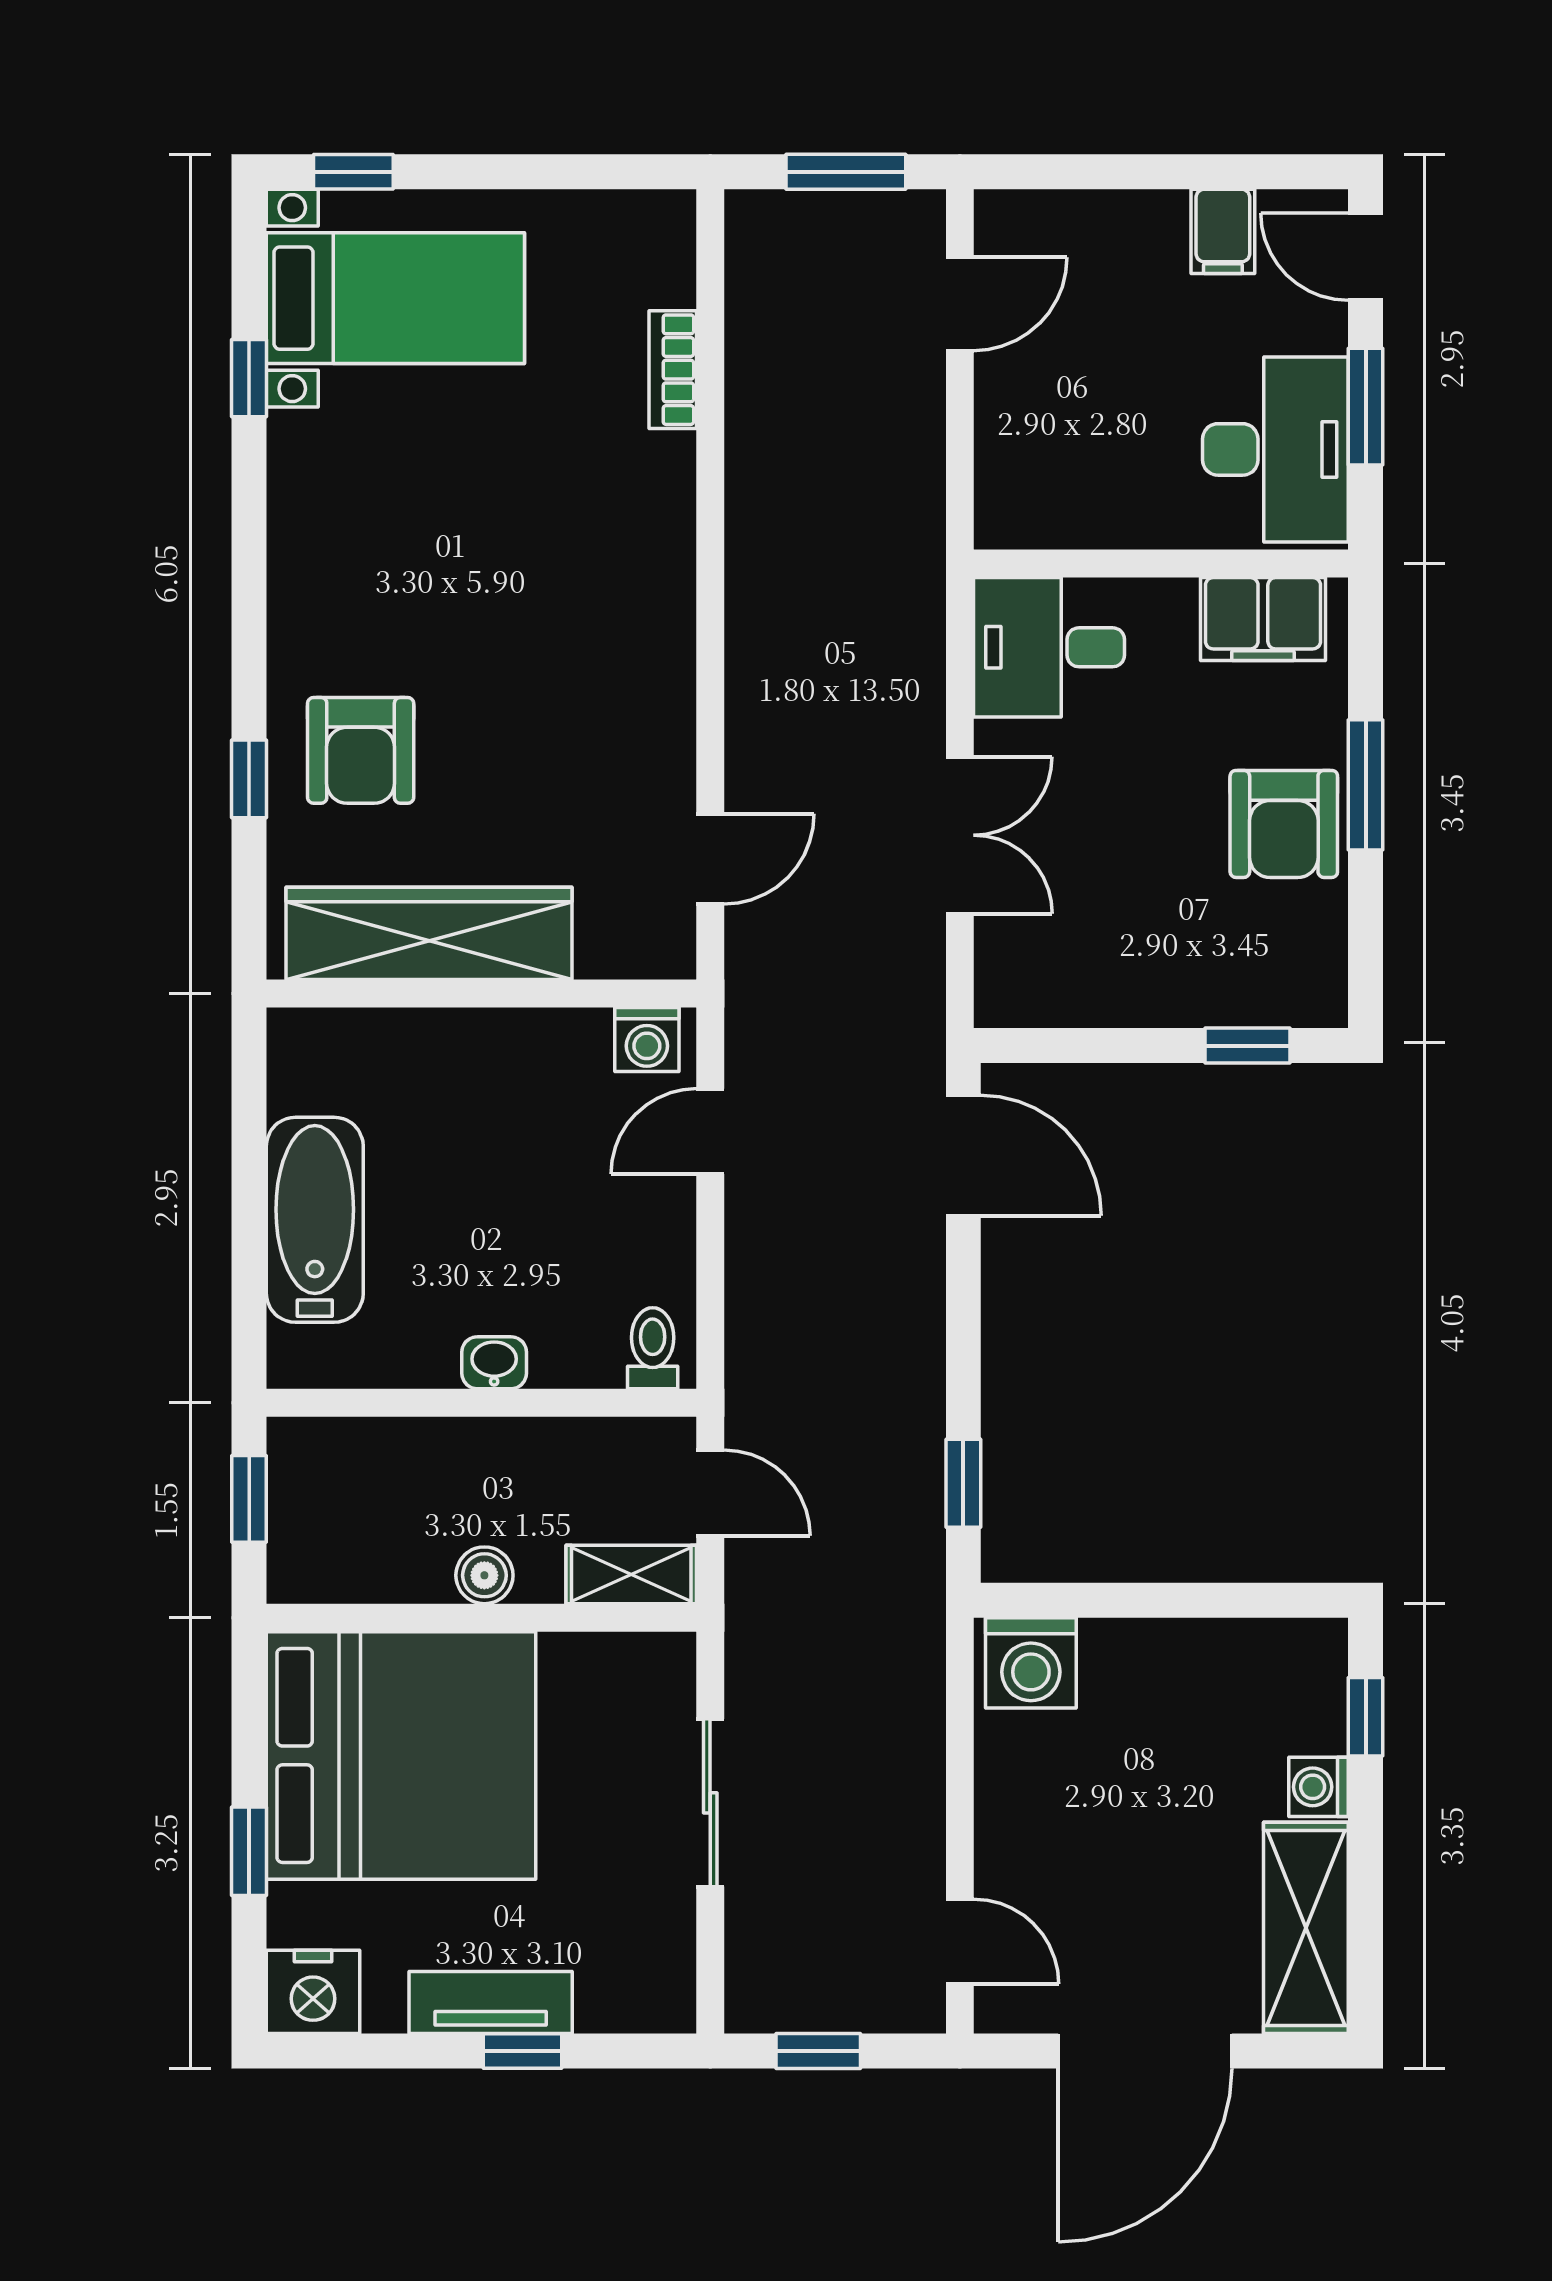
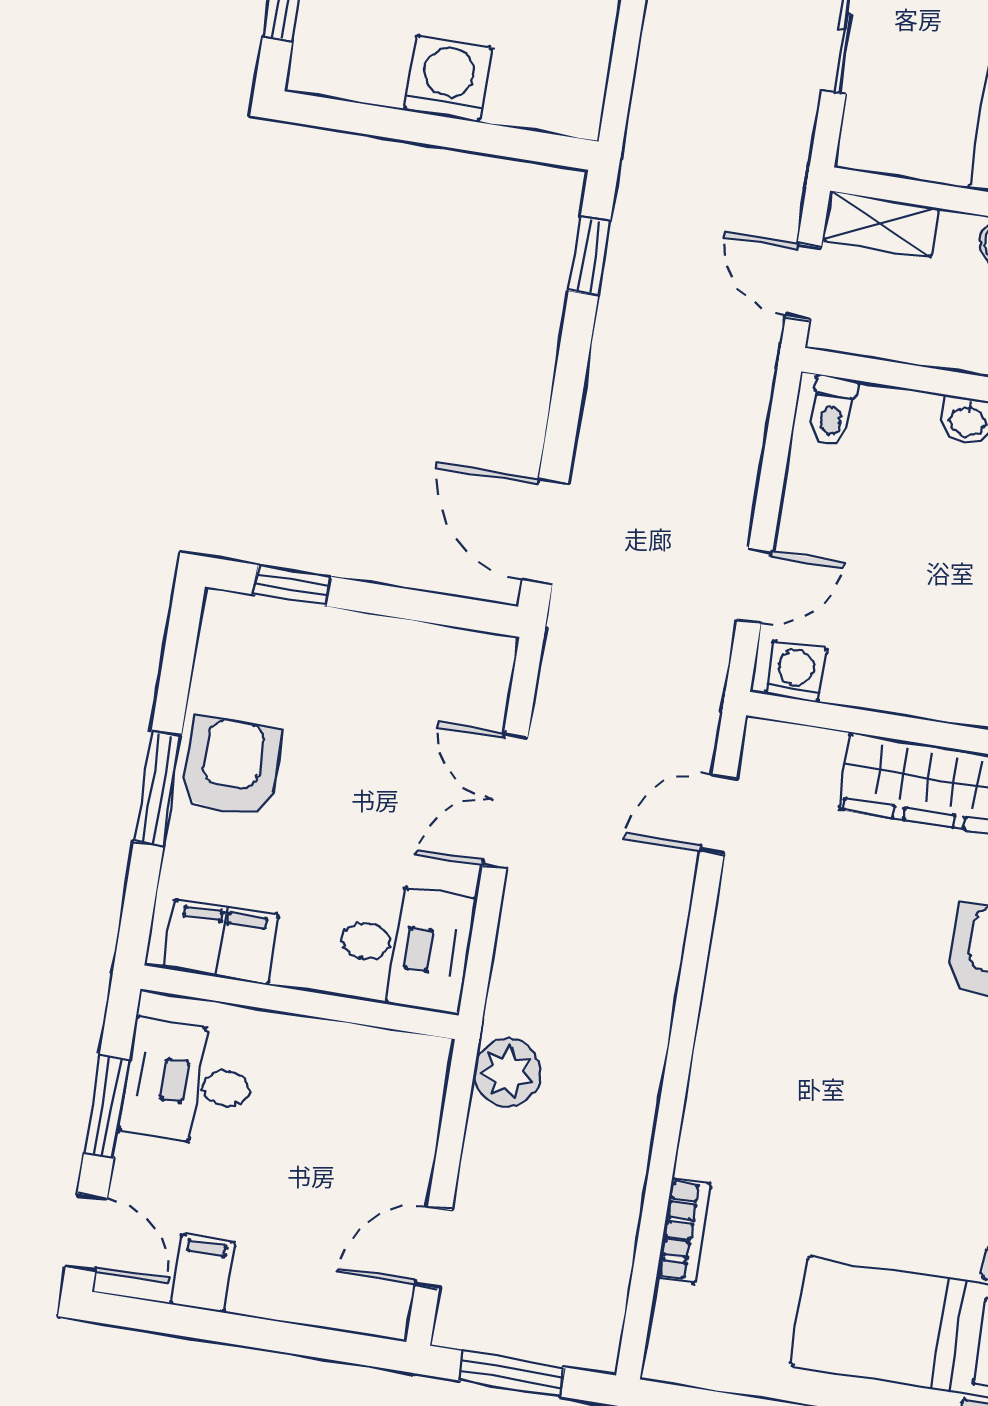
desk: (1275, 449) -> (188, 1083), width x0.73
plant: (907, 520) -> (507, 1073), added
washing machine: (1031, 1663) -> (448, 79), moved

